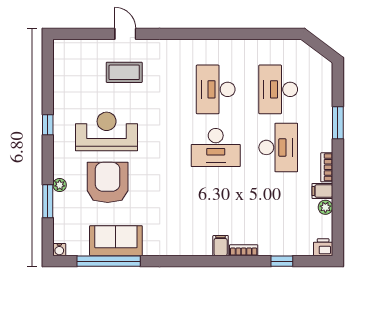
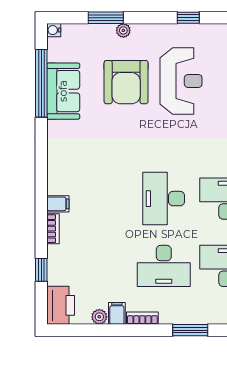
armchair: (108, 182) -> (126, 82), turned 90
printer: (323, 247) -> (61, 305), width x1.87, depth x1.48

